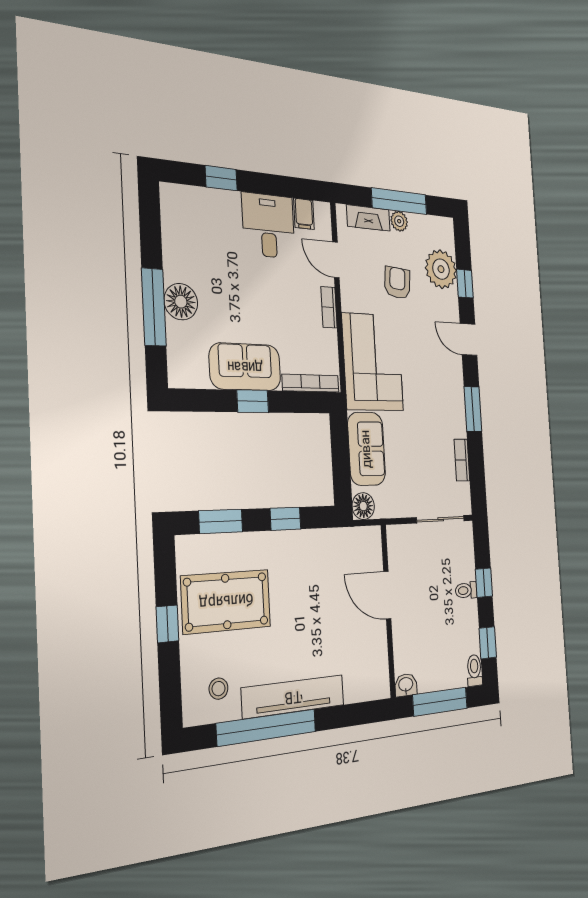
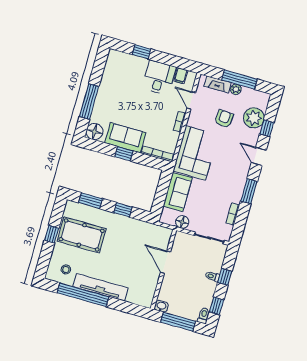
floor lamp: (181, 302) -> (94, 132), moved
floor lamp: (363, 506) -> (182, 222), moved

